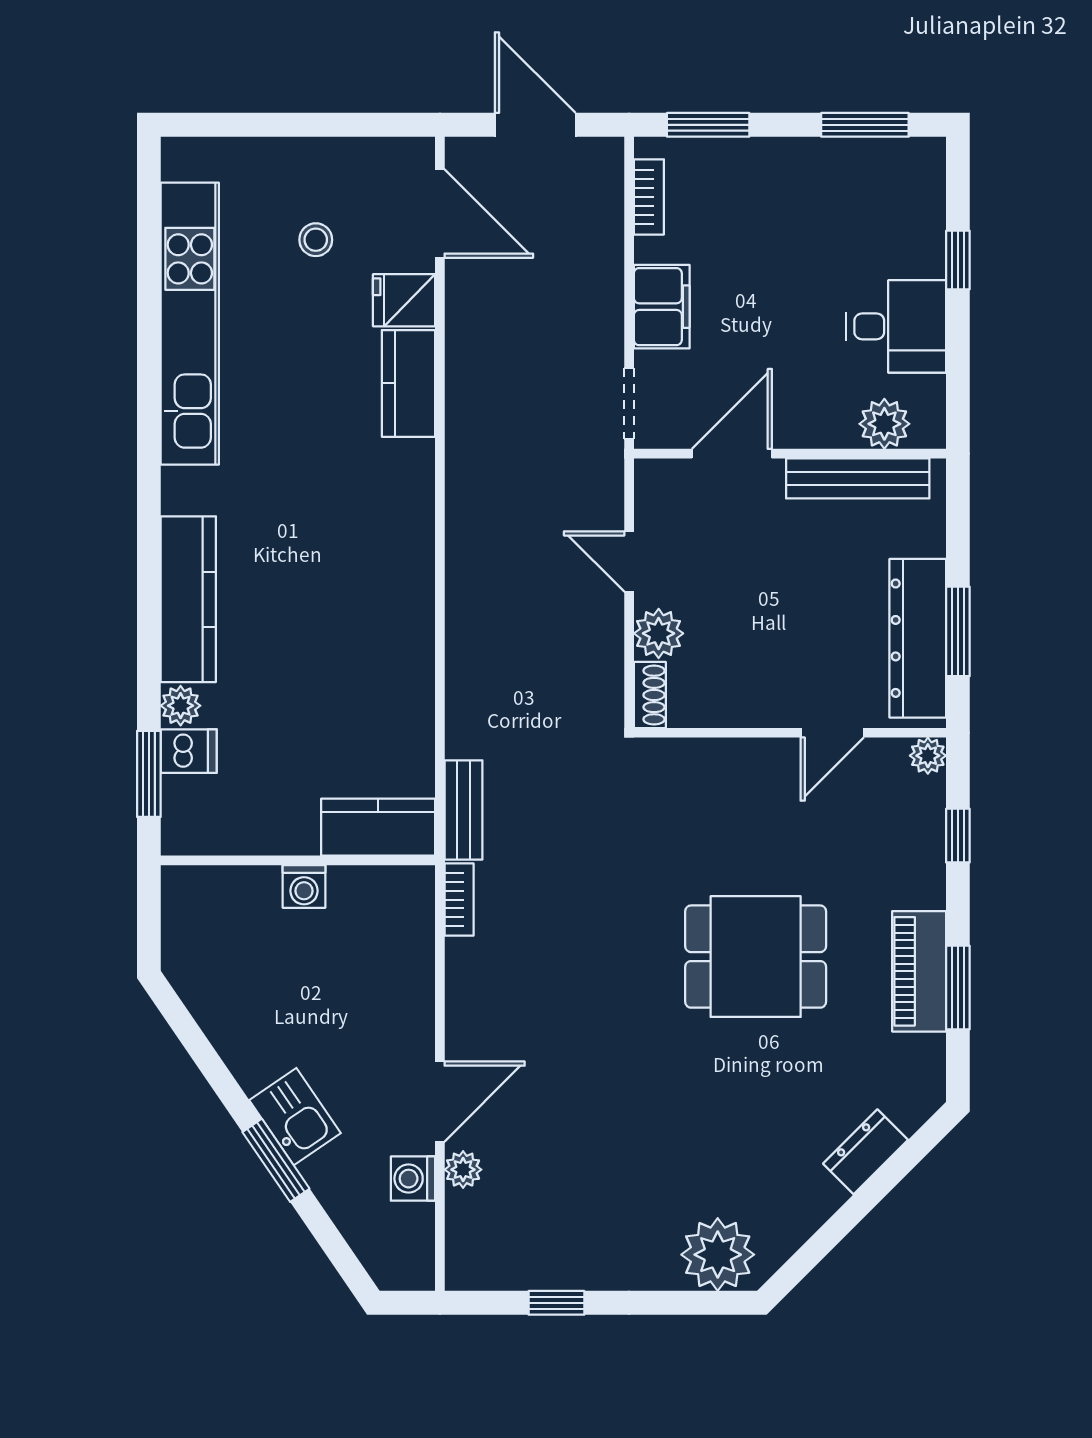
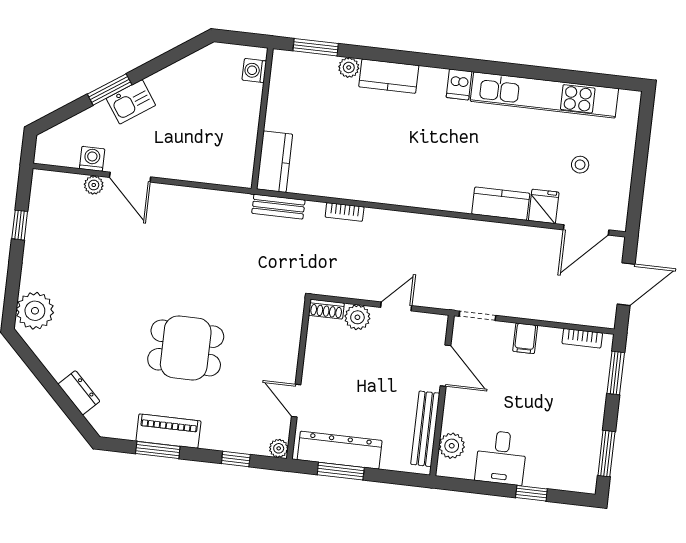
filing cabinet: (662, 307) -> (525, 338), width x0.50
kitchen counter: (188, 599) -> (389, 76), width x0.67
dishwasher: (189, 751) -> (459, 84), moved
washing machine: (304, 887) -> (254, 71), moved
bookcase: (459, 900) -> (345, 212), moved
dining table: (756, 957) -> (186, 348), turned 90

